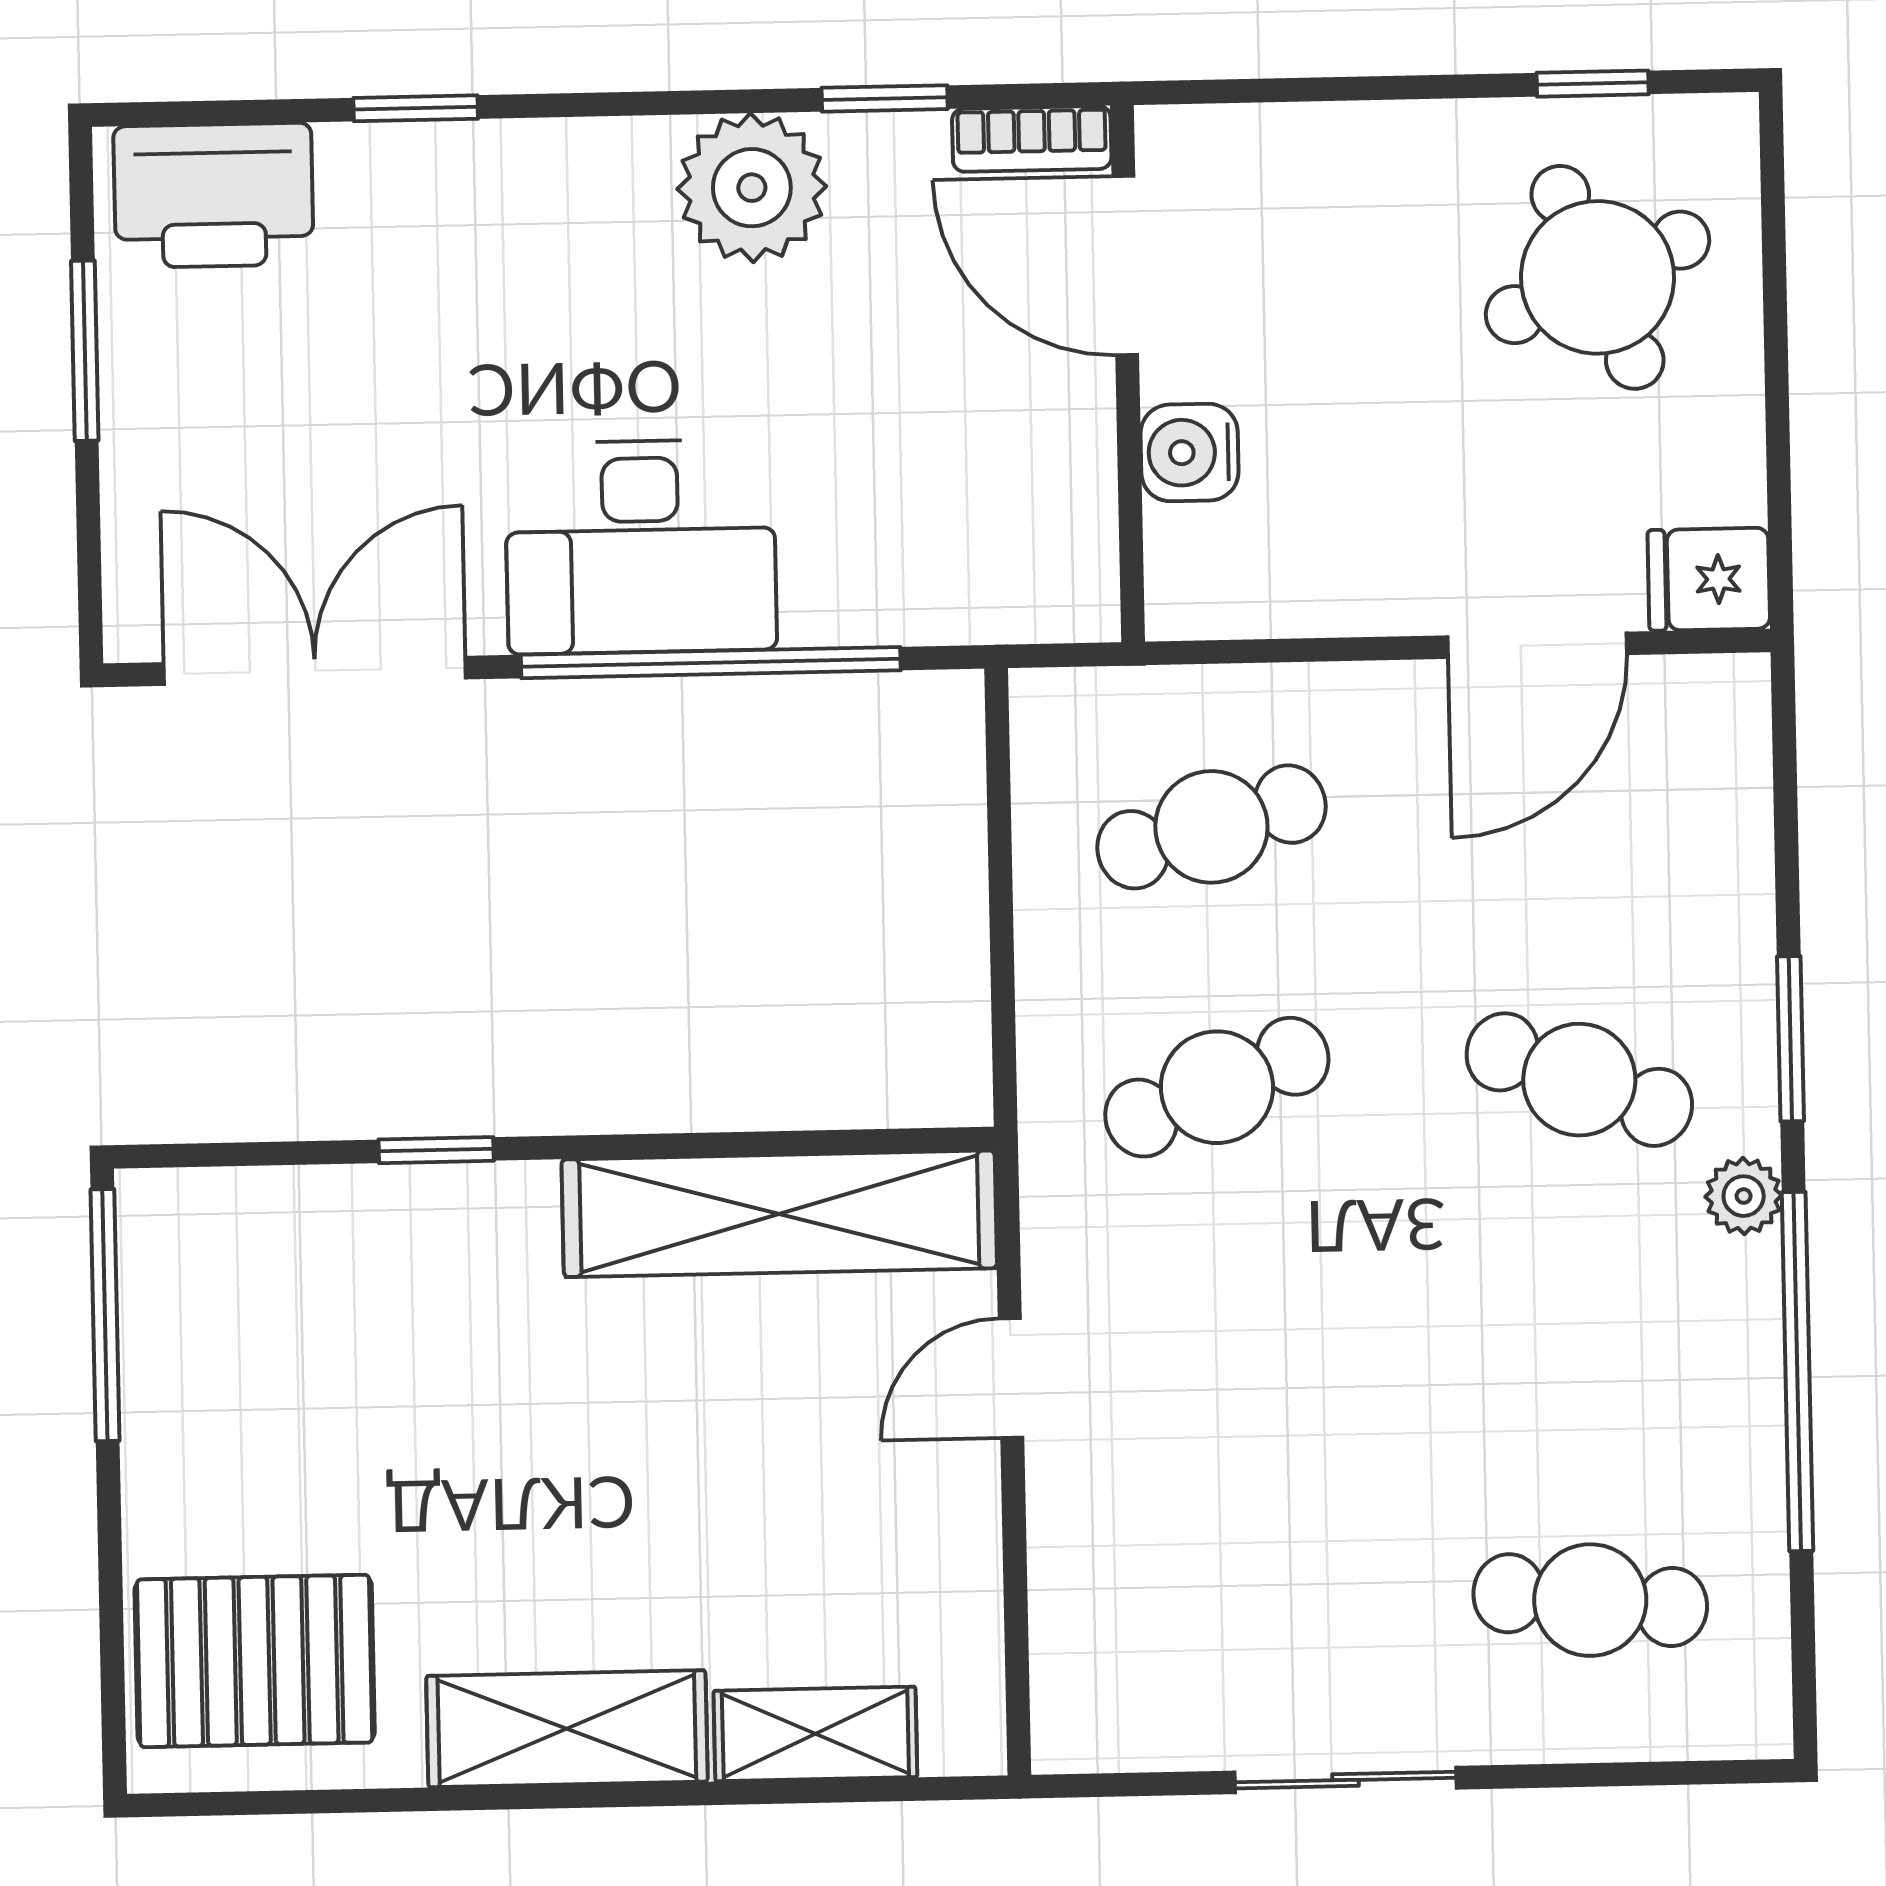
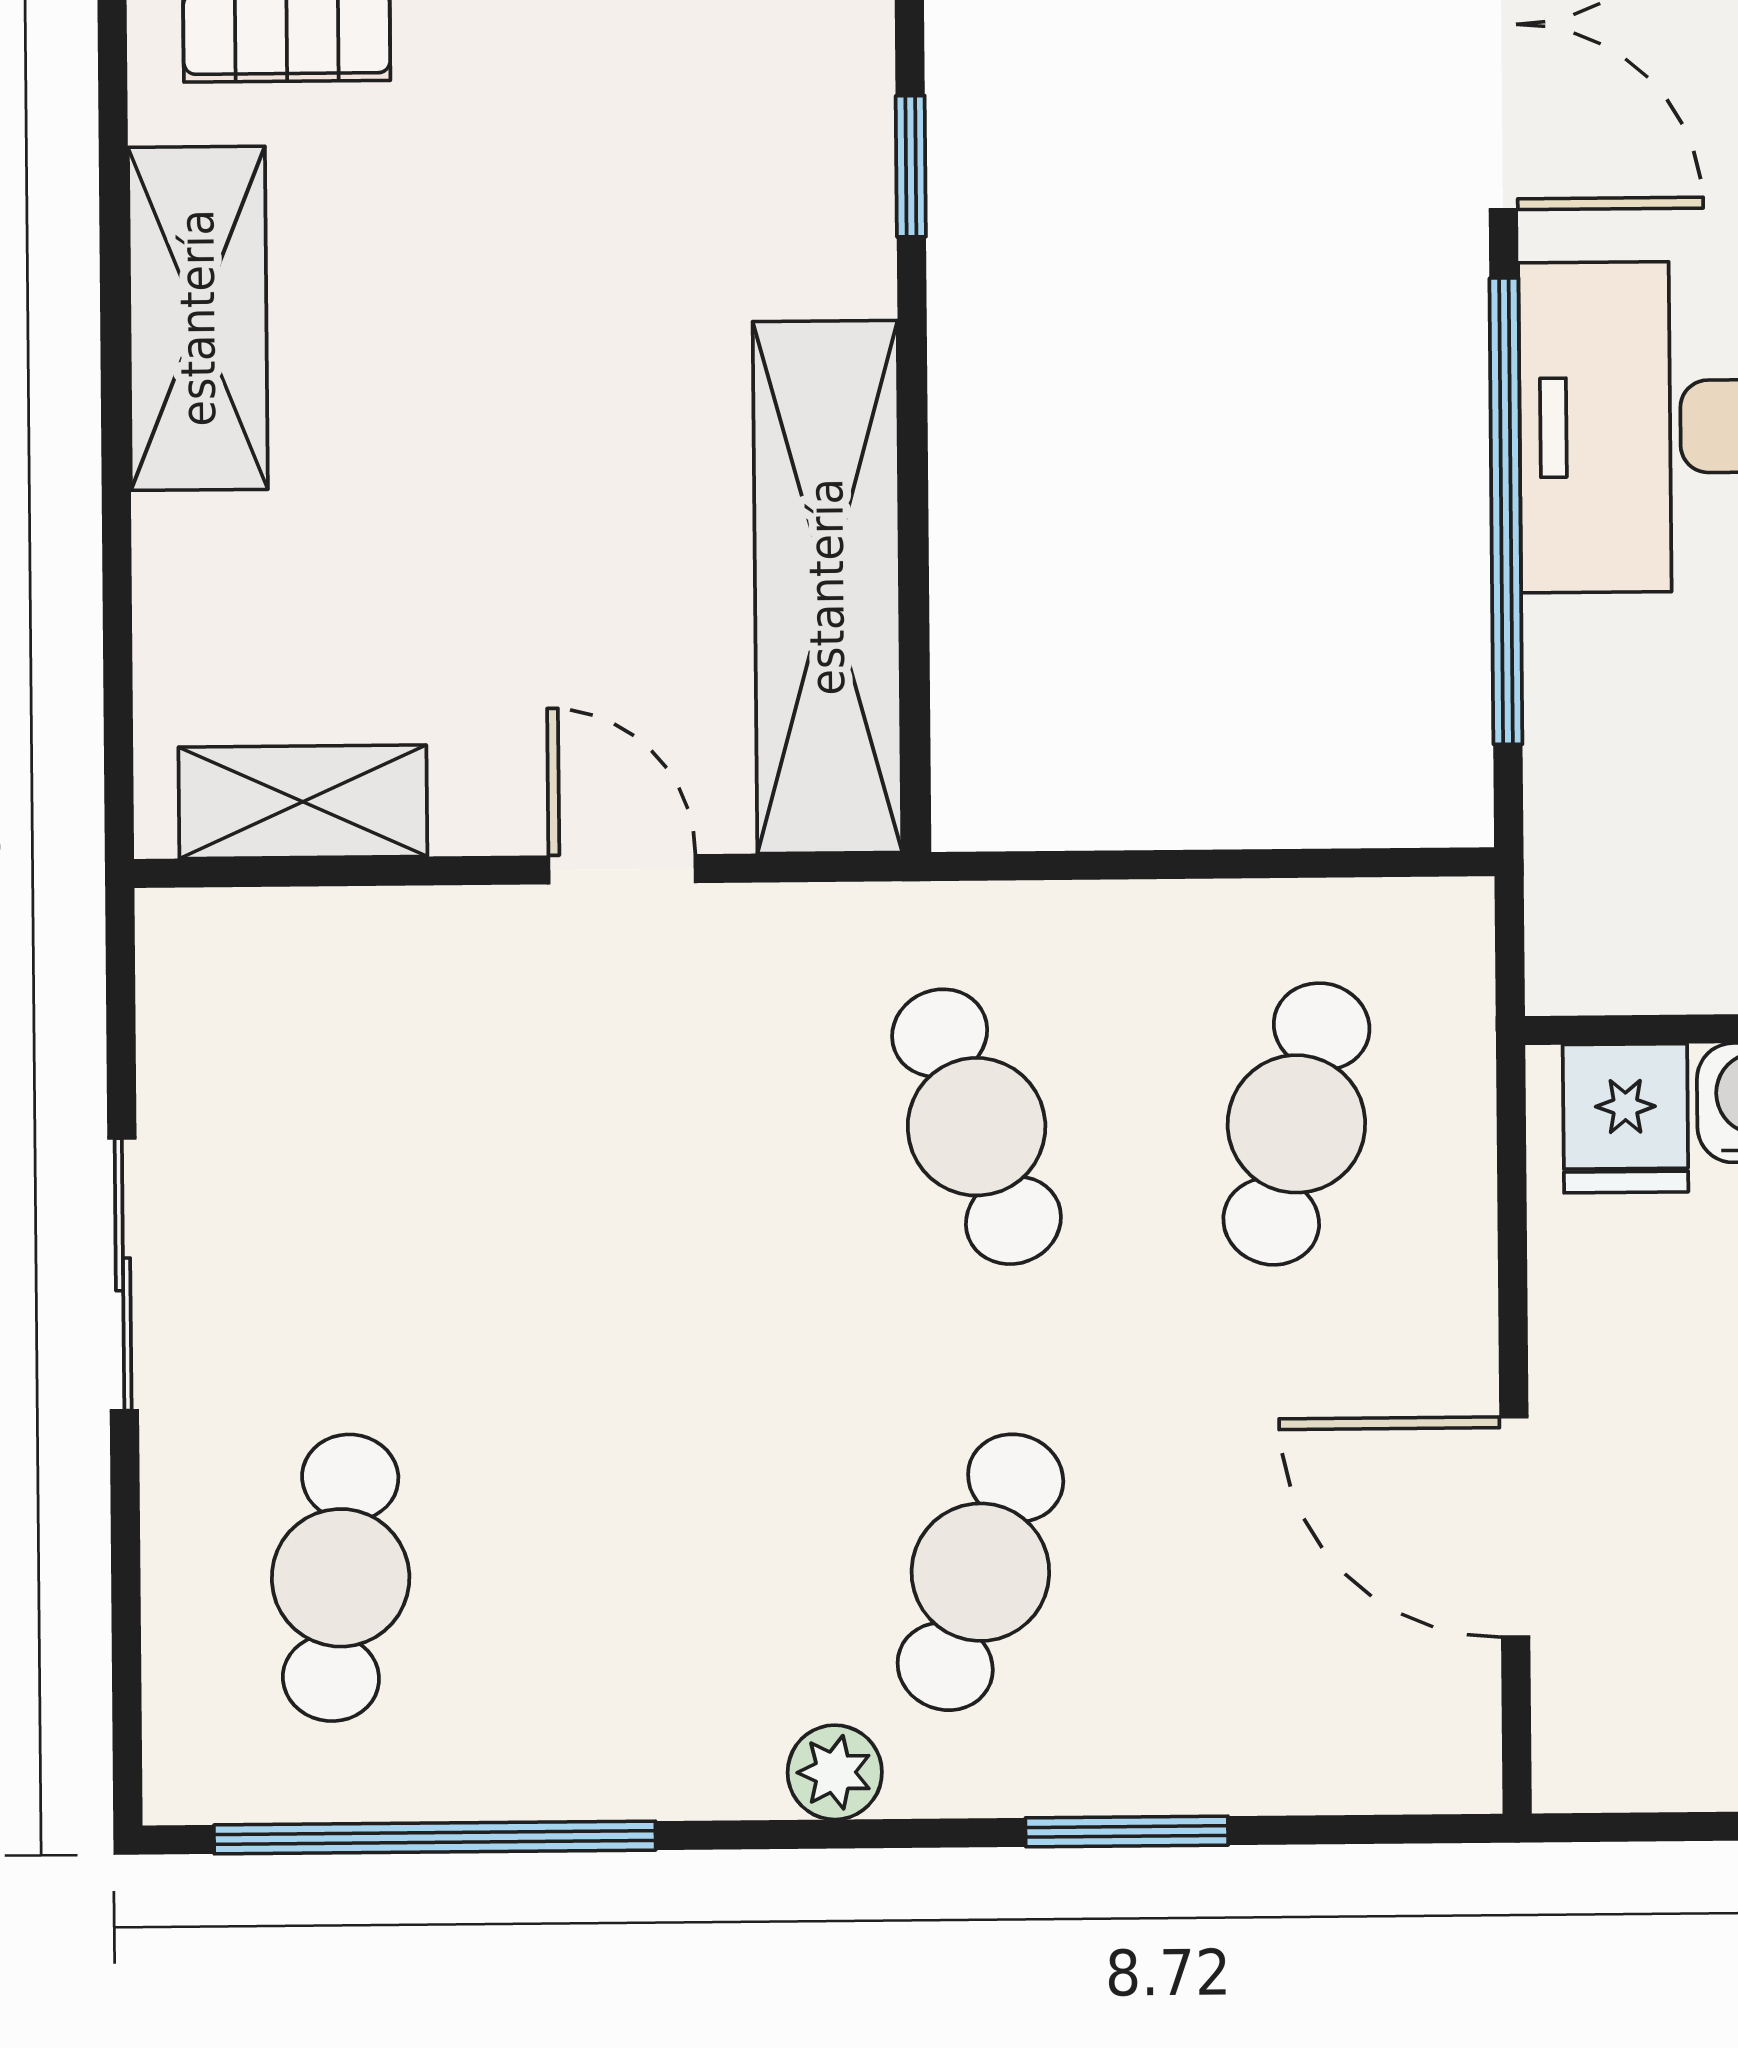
fridge: (1709, 579) -> (1626, 1118), moved, turned 180
cafe table: (1211, 827) -> (1296, 1124), turned 30
window: (1790, 1039) -> (1127, 1831), moved
window: (1797, 1372) -> (435, 1837), moved
shelving: (815, 1734) -> (303, 802), moved, turned 90

